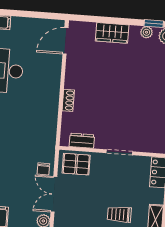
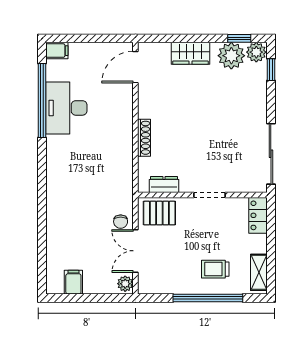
plant: (146, 32) -> (231, 56), width x1.88, depth x1.88
shoe rack: (68, 100) -> (144, 138), width x1.43

